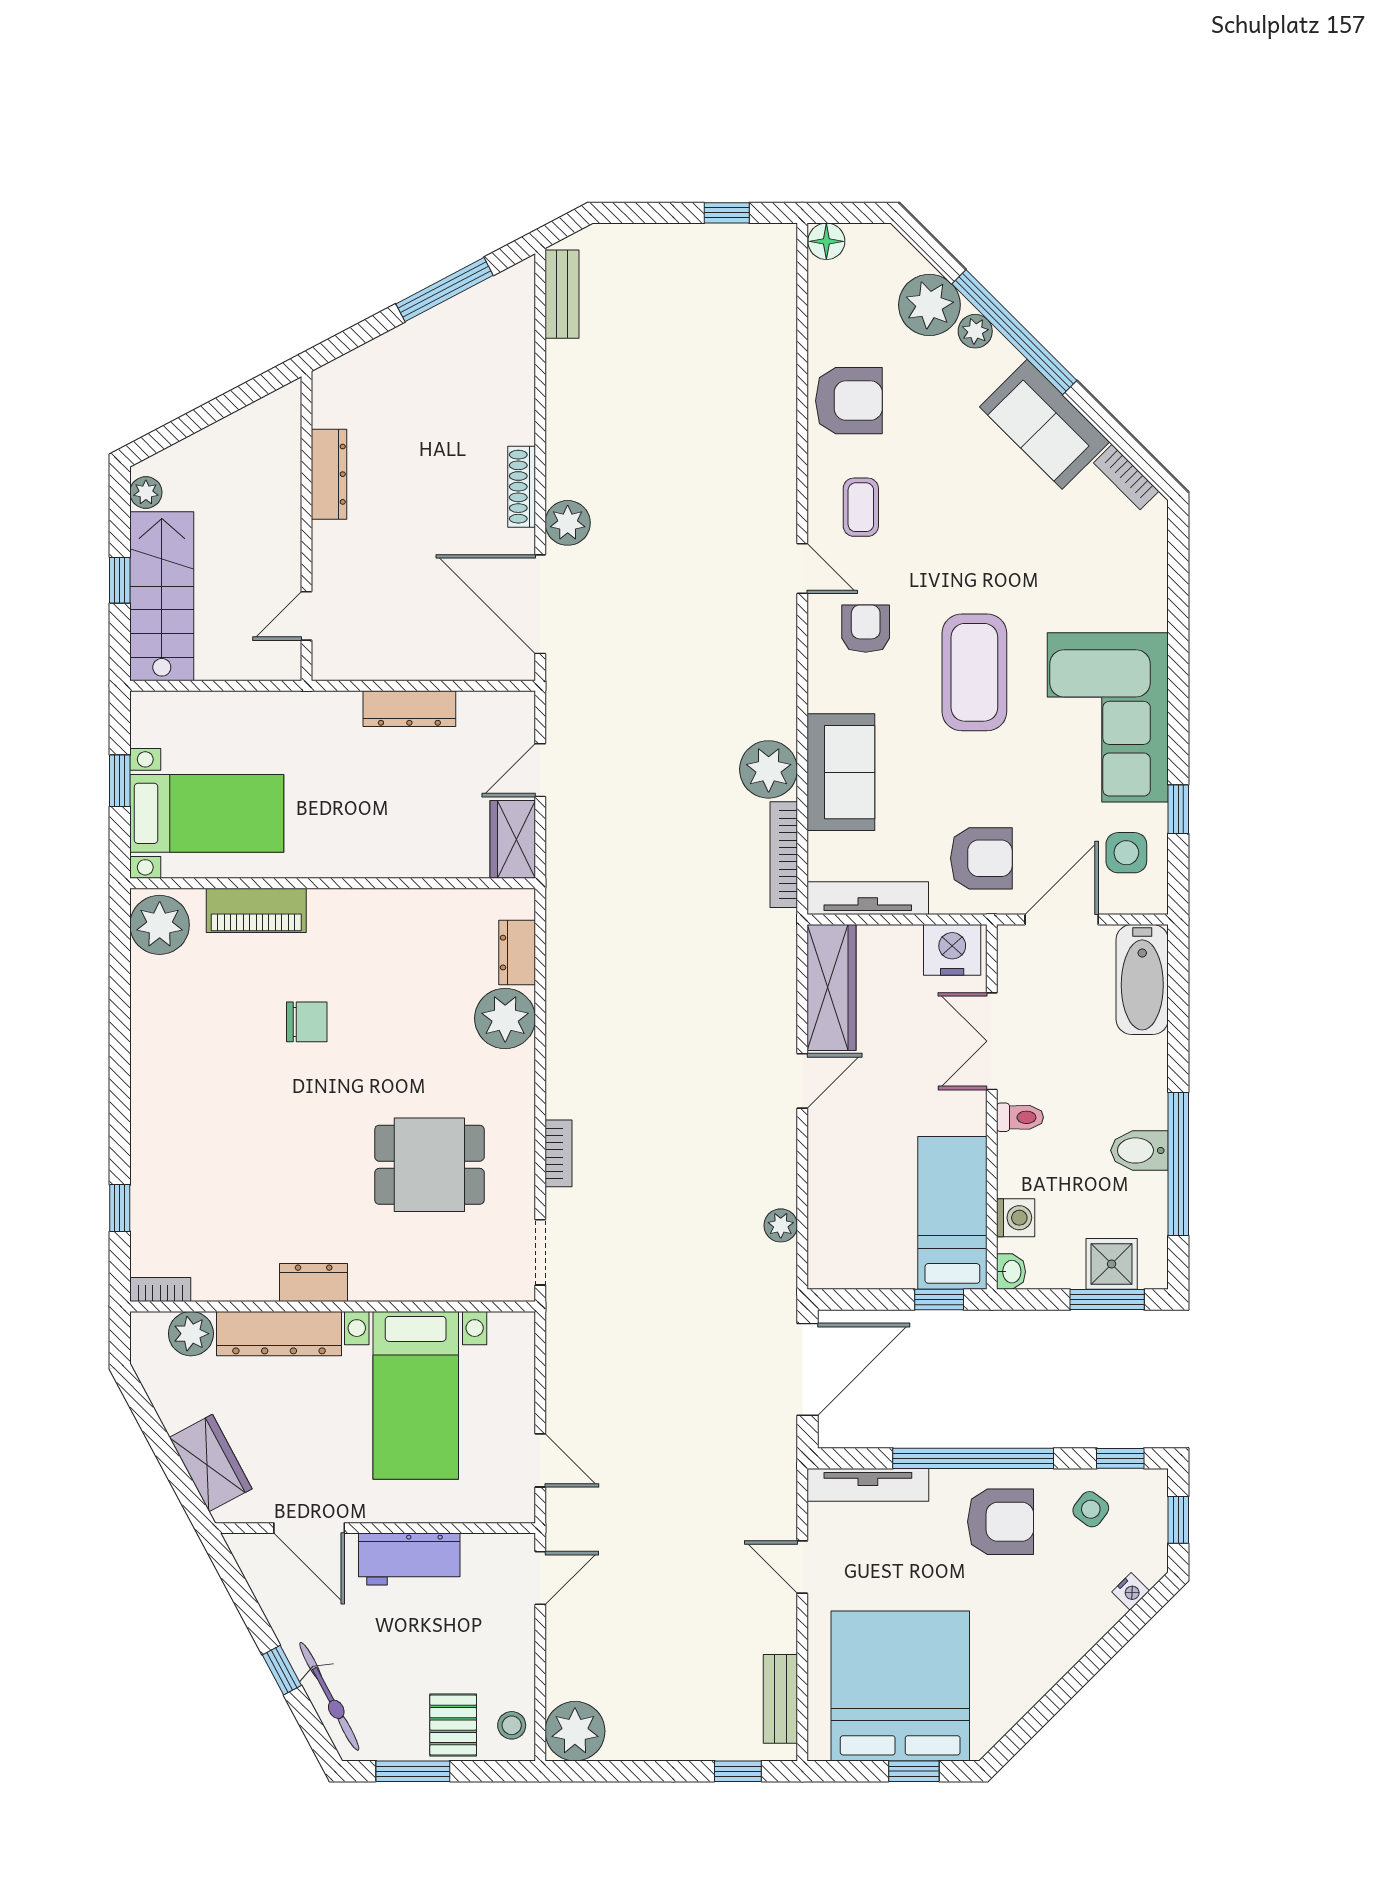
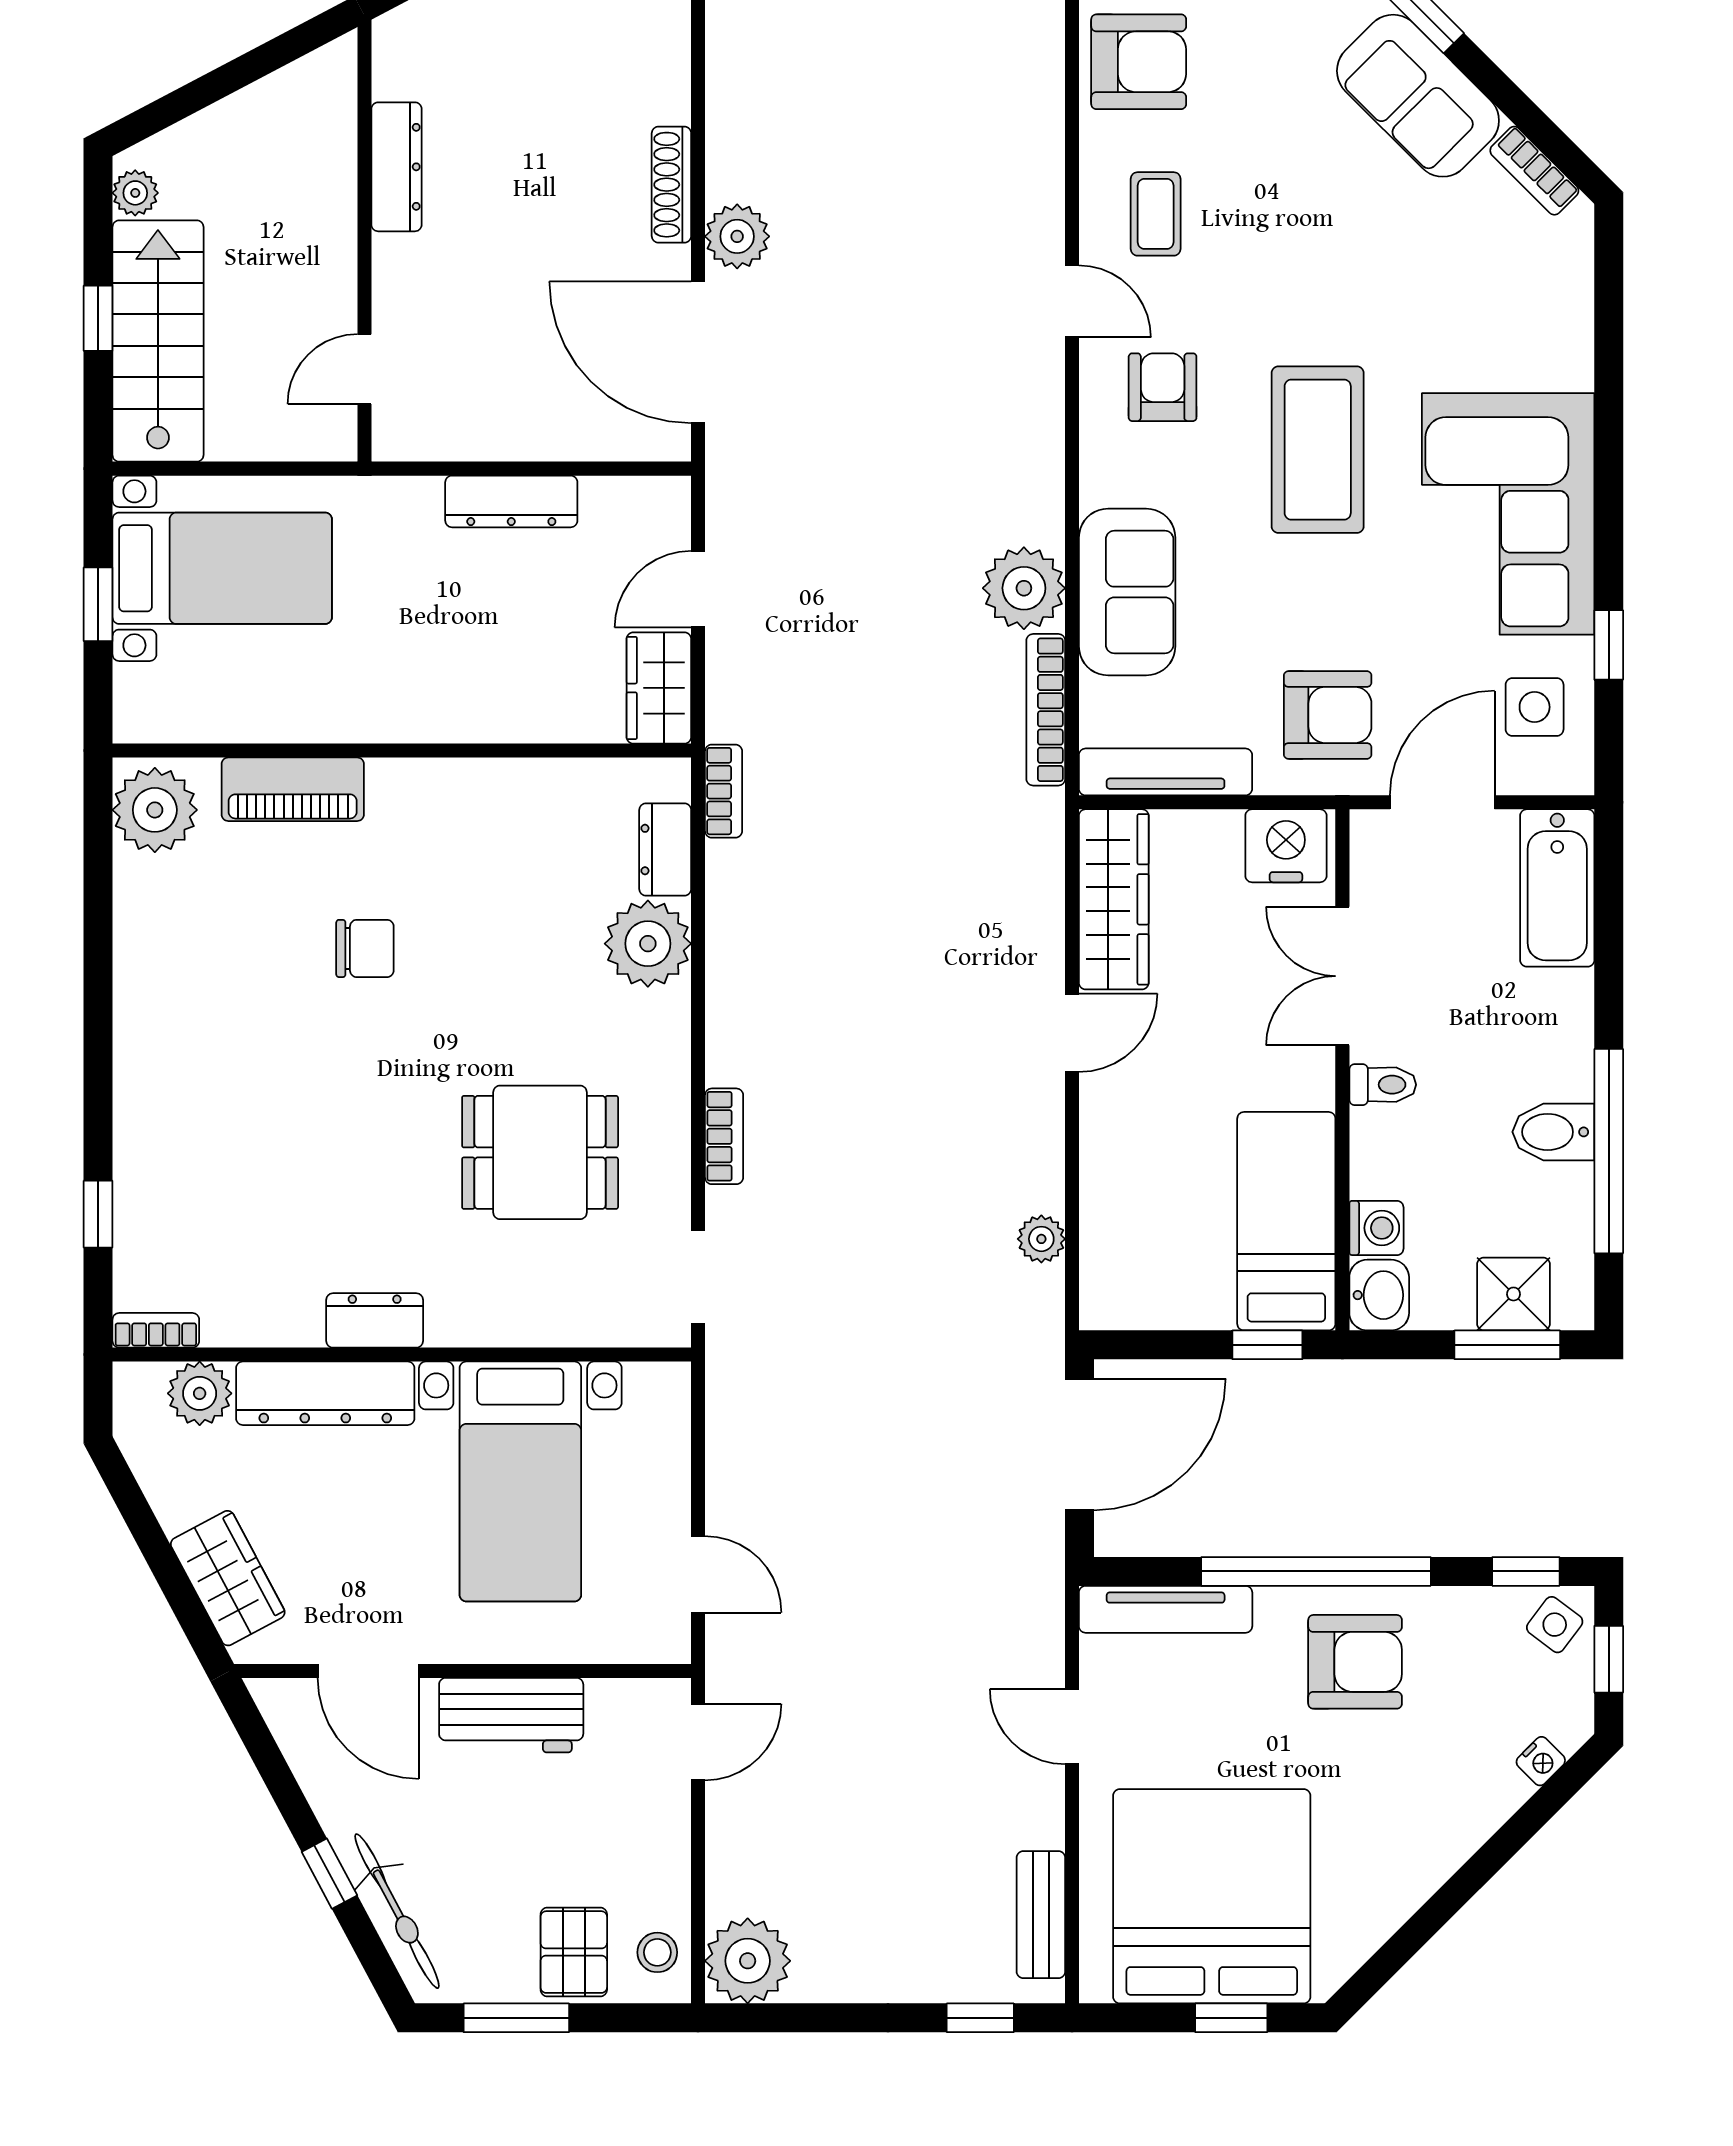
bed with nightstands: (207, 813) -> (222, 568), moved
bookcase: (558, 912) -> (724, 791), added
washbasin: (1011, 1272) -> (1379, 1295), width x1.38, depth x1.45
side table: (1091, 1509) -> (1555, 1625), moved

